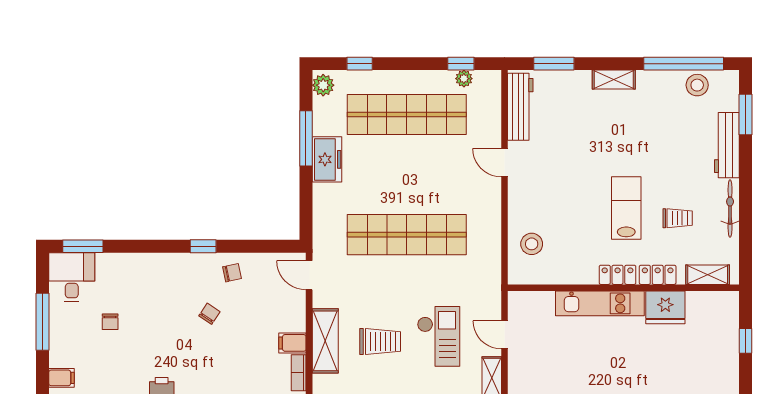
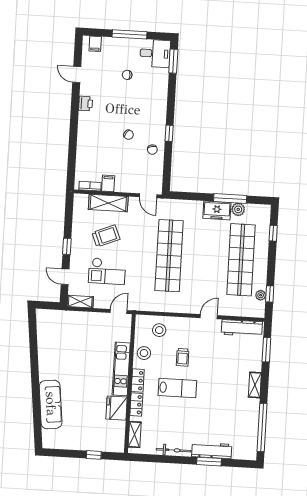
plant: (323, 85) -> (238, 209), moved
stool: (697, 85) -> (144, 353), moved
window: (746, 115) -> (209, 462), moved
trolley: (678, 218) -> (183, 357), moved
door: (309, 275) -> (148, 196), swing flipped
door: (504, 335) -> (119, 311), moved
trolley: (380, 341) -> (106, 236), turned -112

